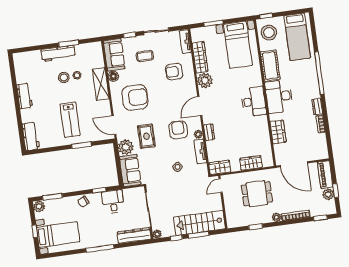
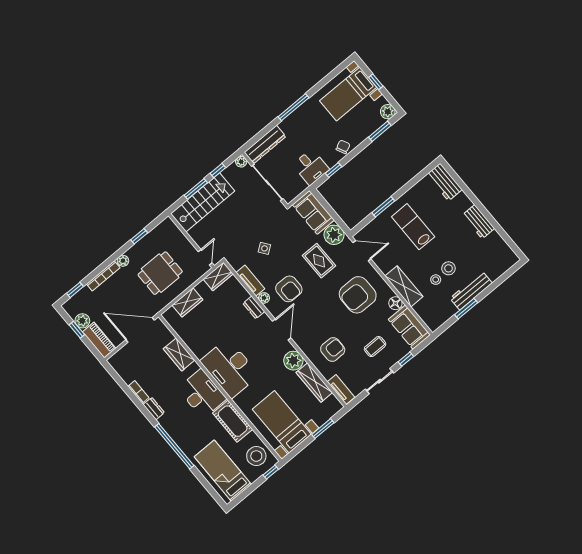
desk: (254, 102) -> (230, 368), width x1.36, depth x1.30

